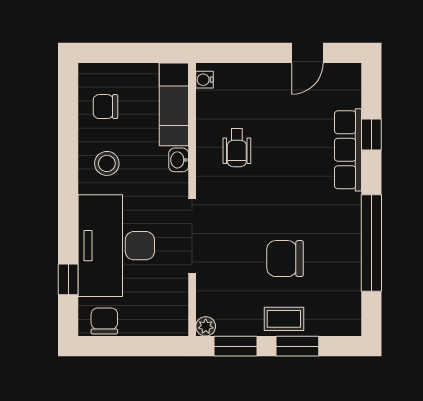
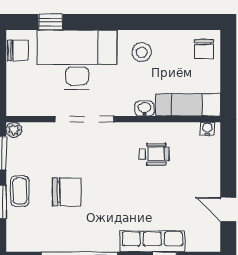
chair: (105, 107) -> (204, 49), moved, turned 180
wheelchair: (237, 148) -> (154, 154), turned 180
chair: (285, 259) -> (67, 192), turned 90

